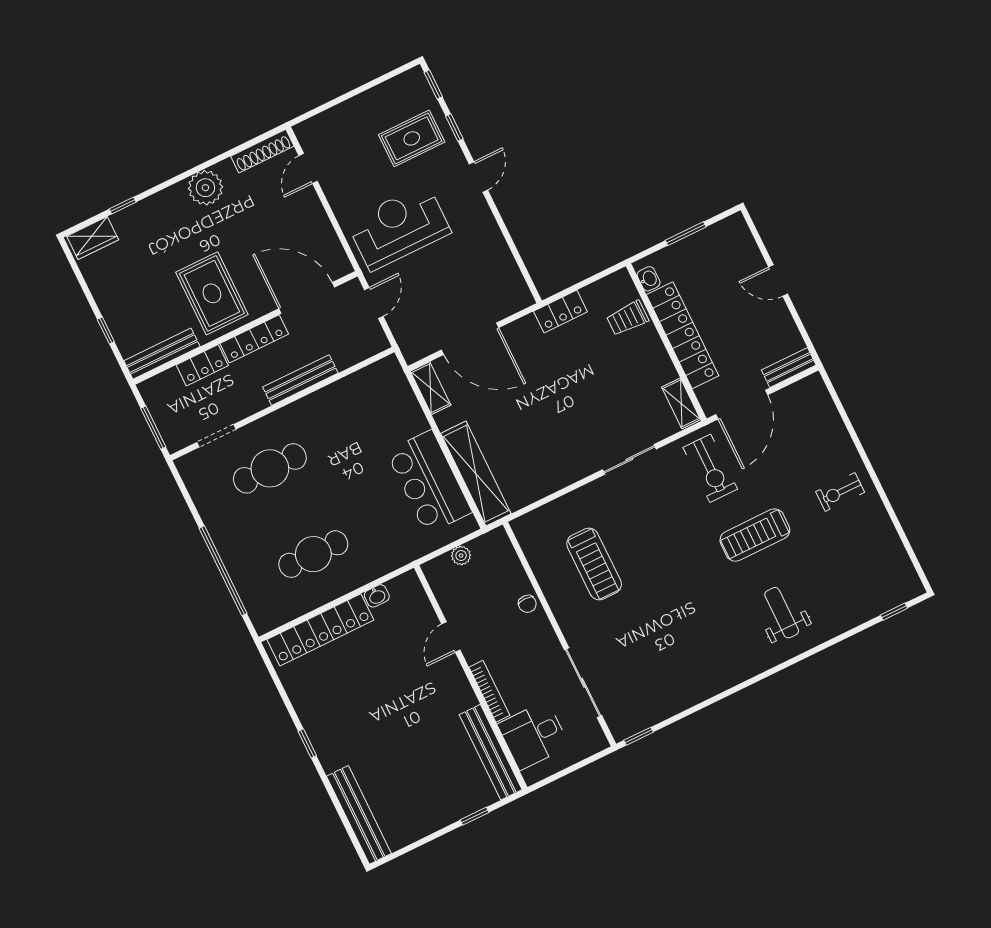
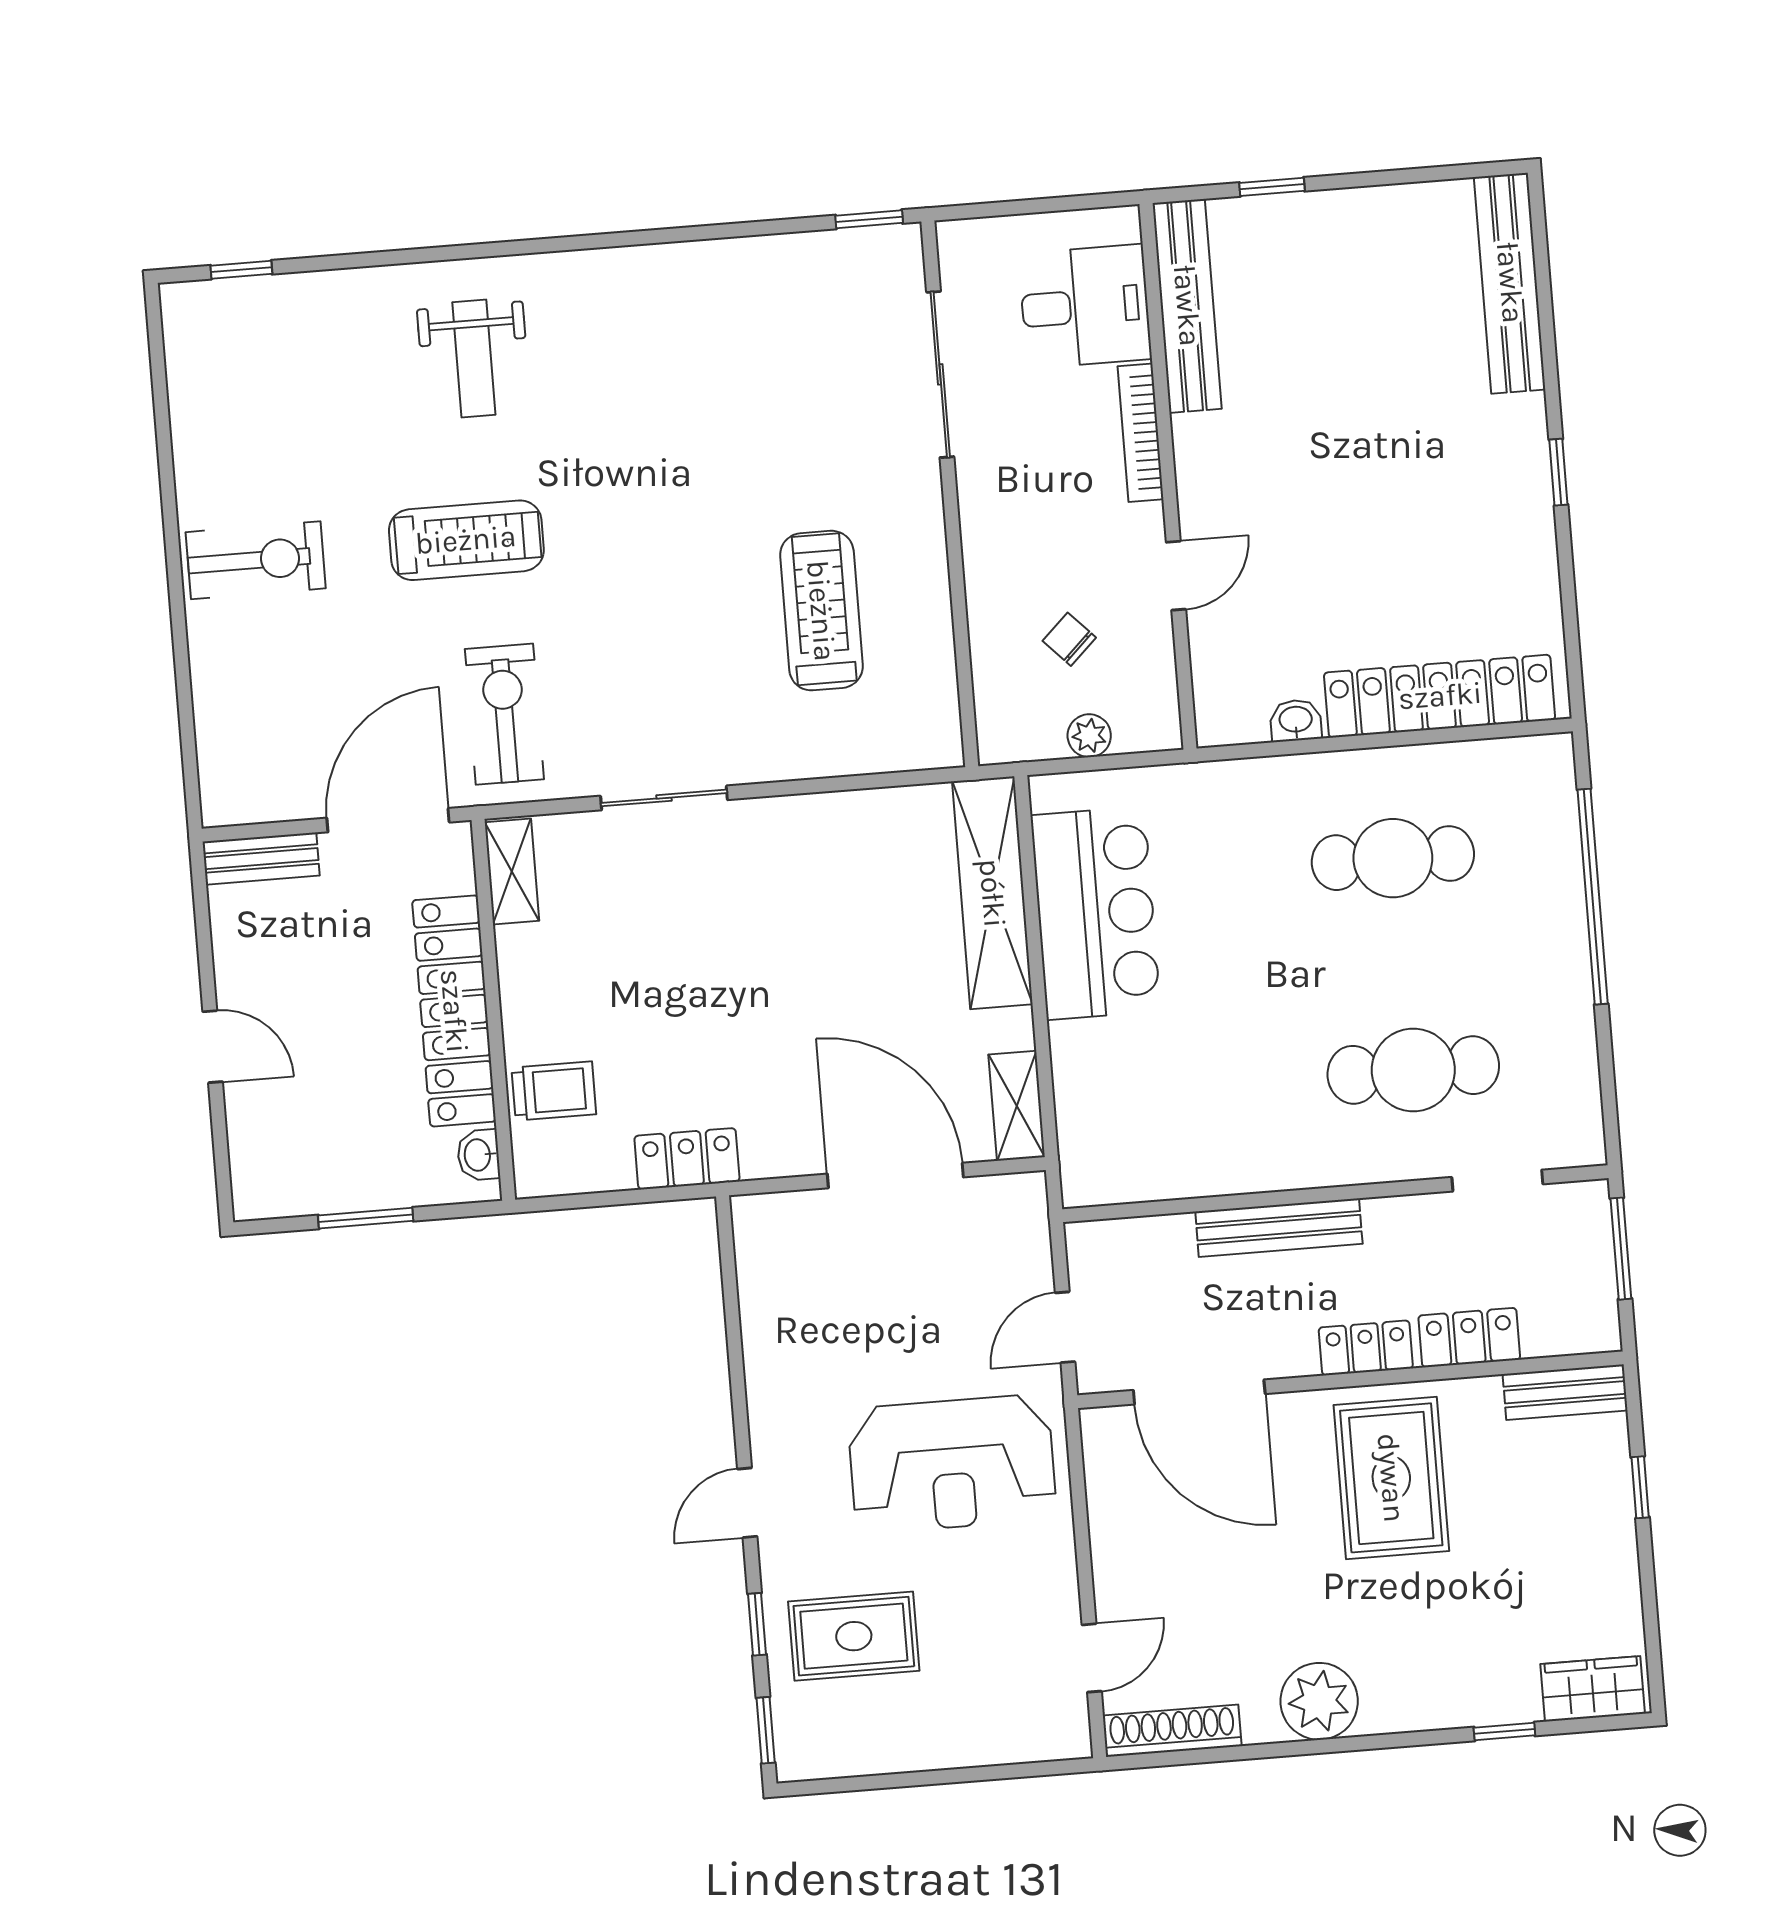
locker: (254, 339) -> (1366, 1348), width x0.66
bench: (162, 354) -> (1565, 1392), width x0.73
exercise bike: (840, 492) -> (256, 560), width x1.38, depth x1.39
chair: (527, 604) -> (1069, 639), moved, turned -44

